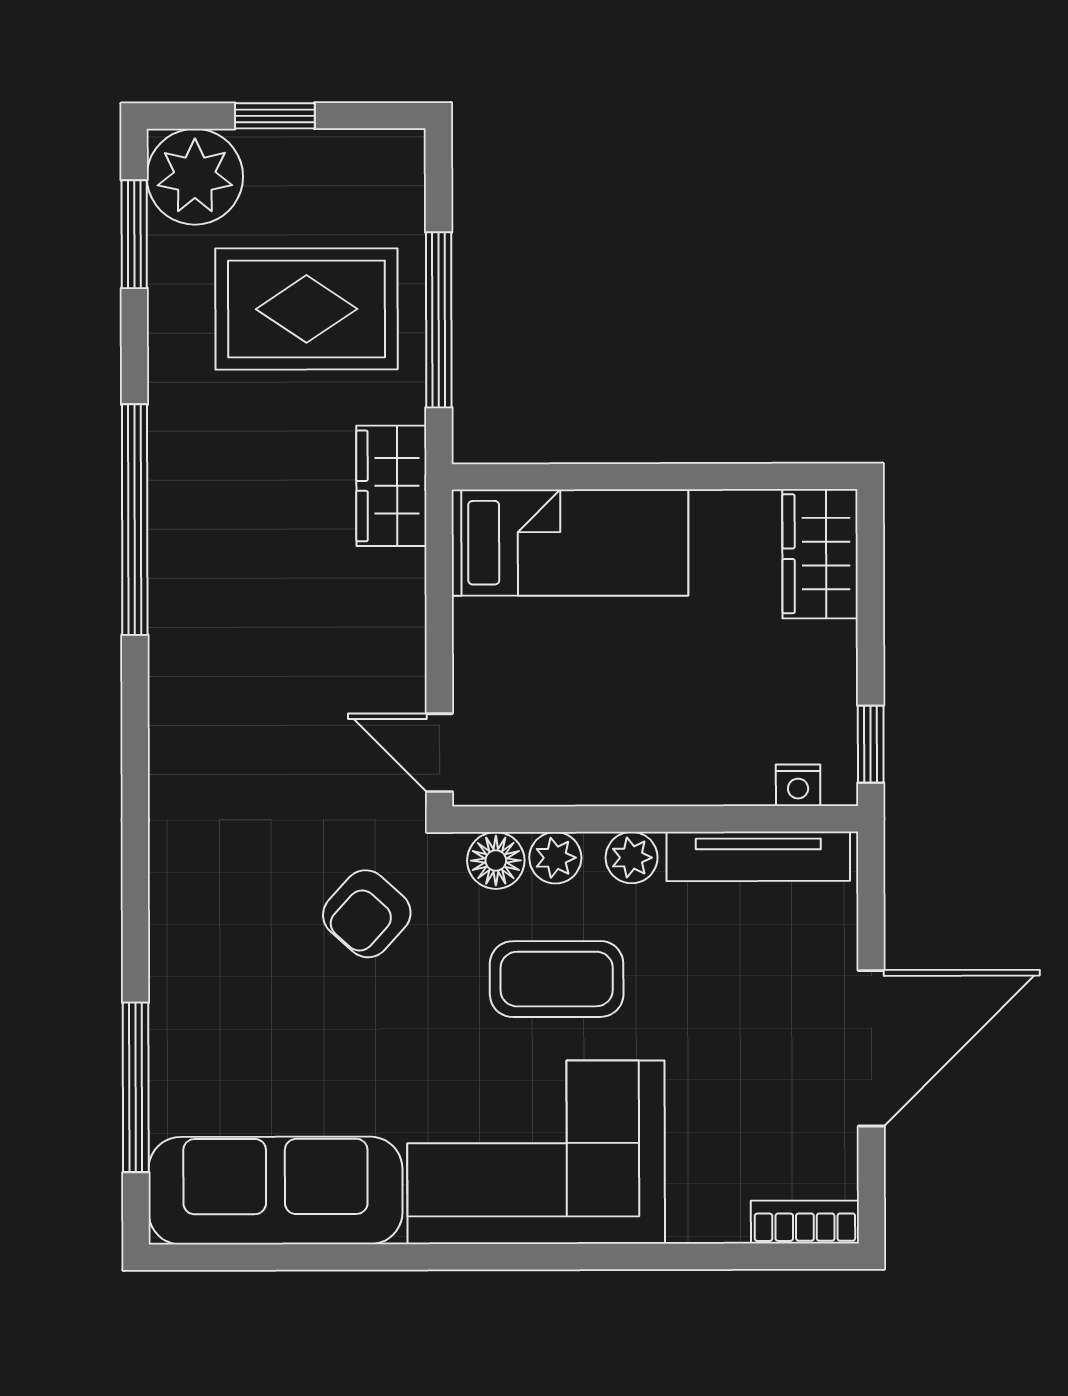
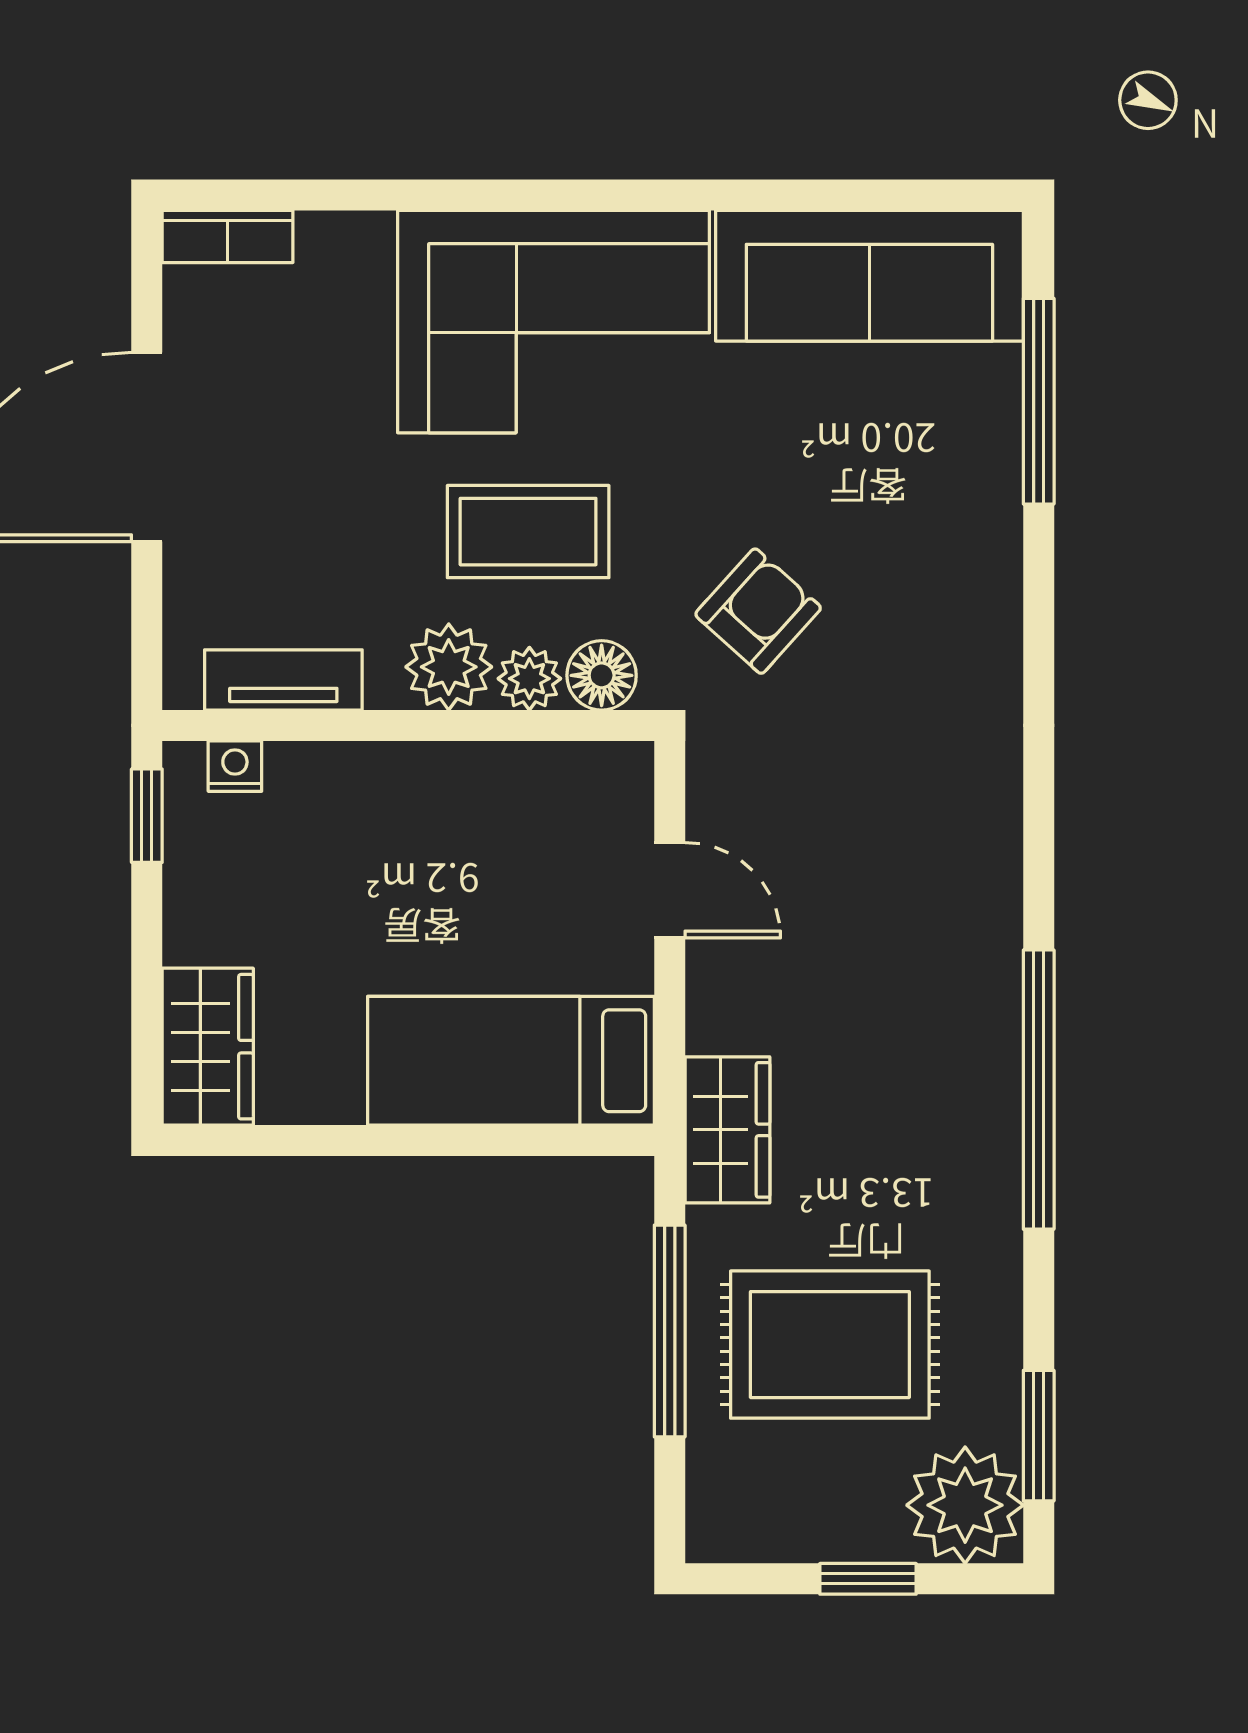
door: (439, 753) -> (670, 890), moved
tv unit: (758, 856) -> (283, 680), width x0.71
plant: (632, 858) -> (449, 667), width x1.38, depth x1.38

